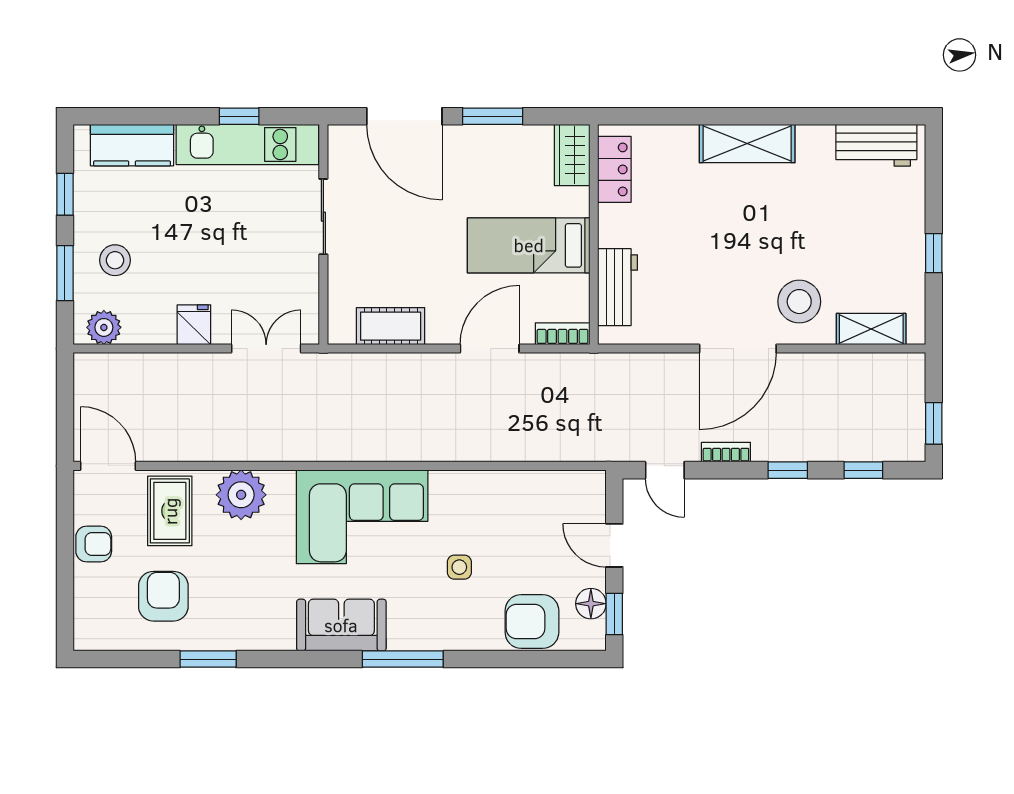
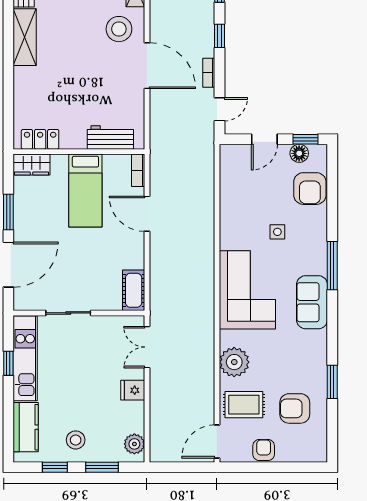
shelving: (747, 144) -> (25, 37), moved
stool: (115, 260) -> (76, 440), moved
cot: (391, 326) -> (134, 290), moved

